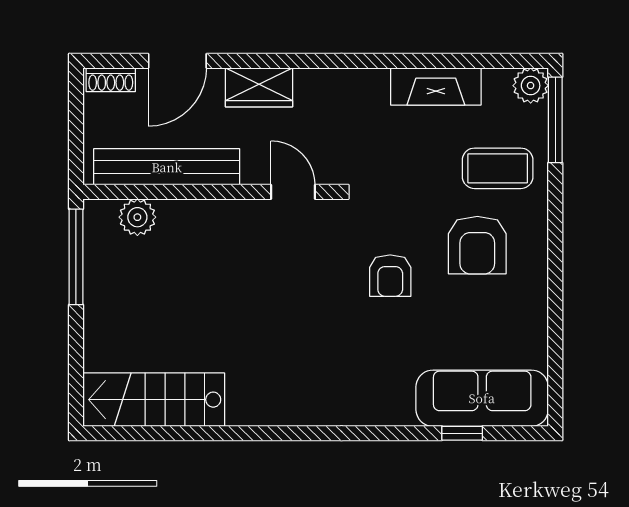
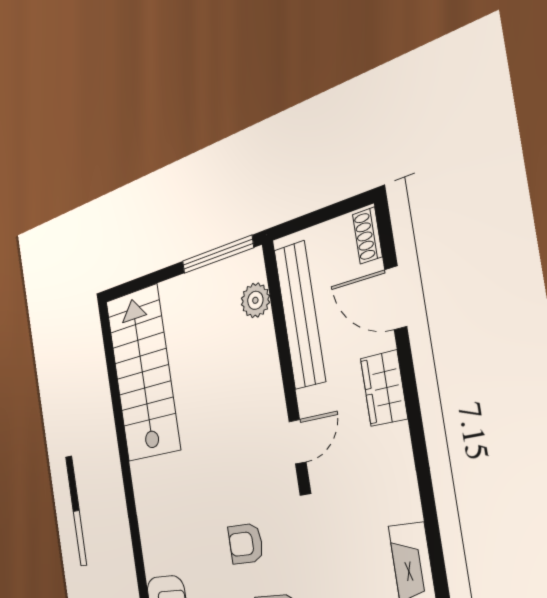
stairs: (154, 400) -> (143, 374), width x1.36, depth x1.51

